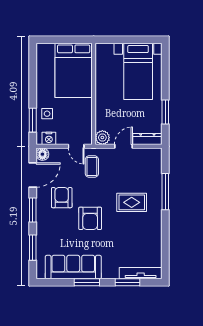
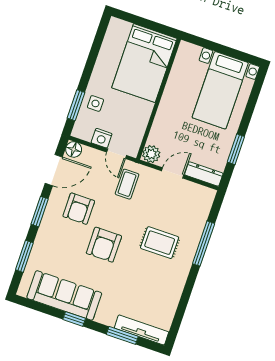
nightstand: (49, 138) -> (102, 138), moved
armchair: (62, 198) -> (79, 209), turned 180
window: (87, 282) -> (74, 319), width x0.67

